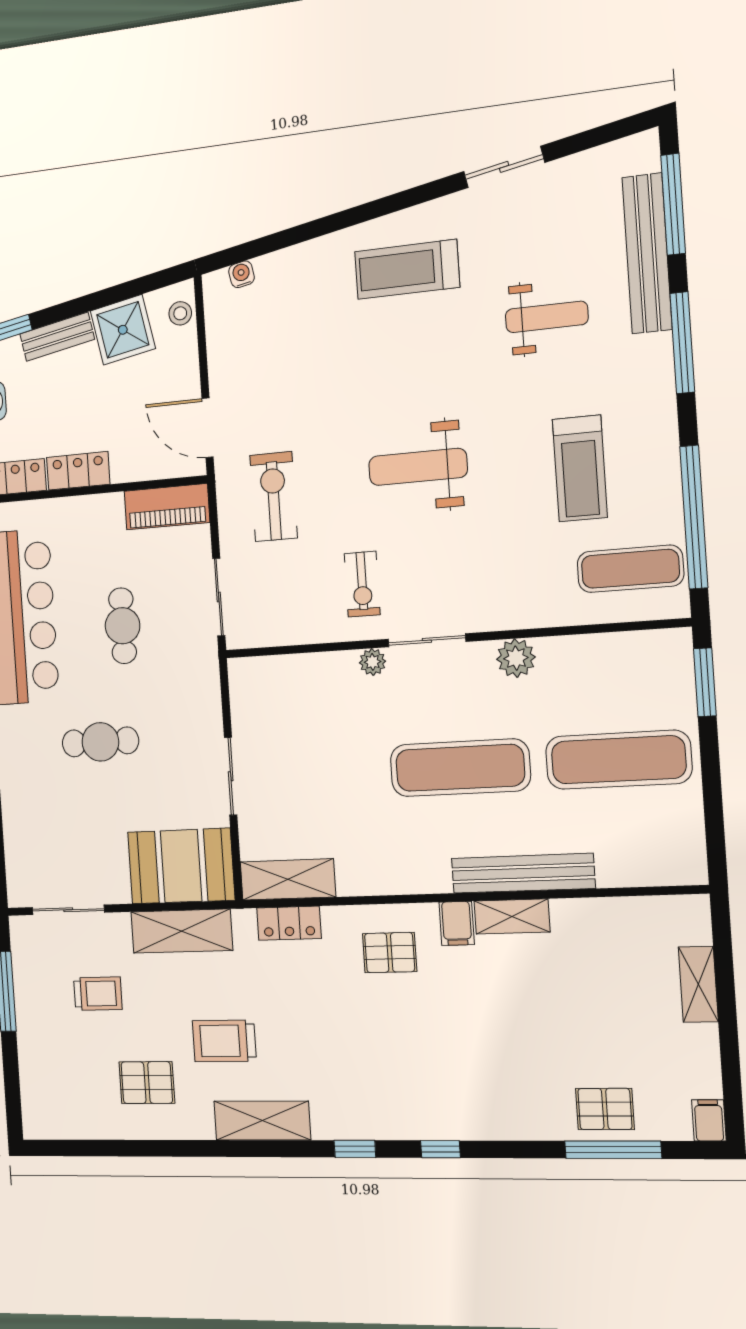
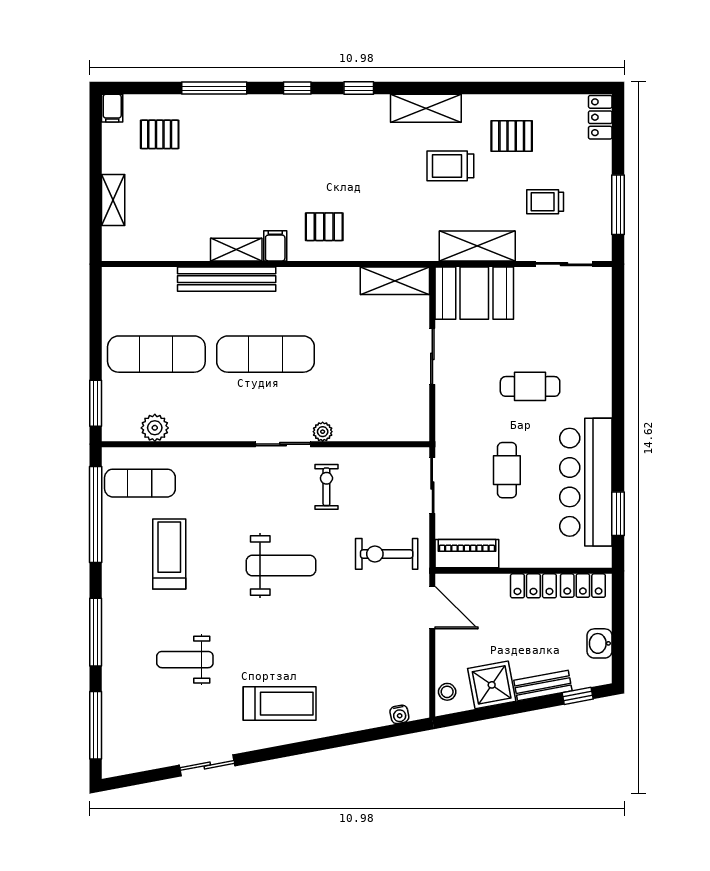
bench: (647, 253) -> (115, 695), removed
exercise bike: (274, 497) -> (387, 554), turned 90
plant: (516, 658) -> (155, 428), moved
locker: (289, 923) -> (600, 117), moved, turned -90
trolley: (224, 1041) -> (450, 166), turned 180
pallet: (605, 1109) -> (160, 134), moved
window: (613, 1150) -> (214, 88), moved

